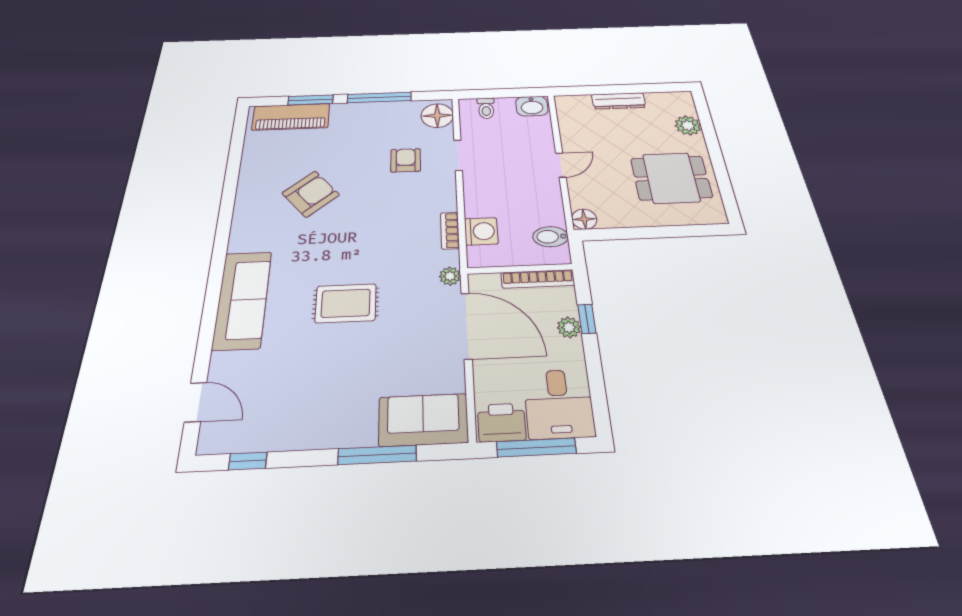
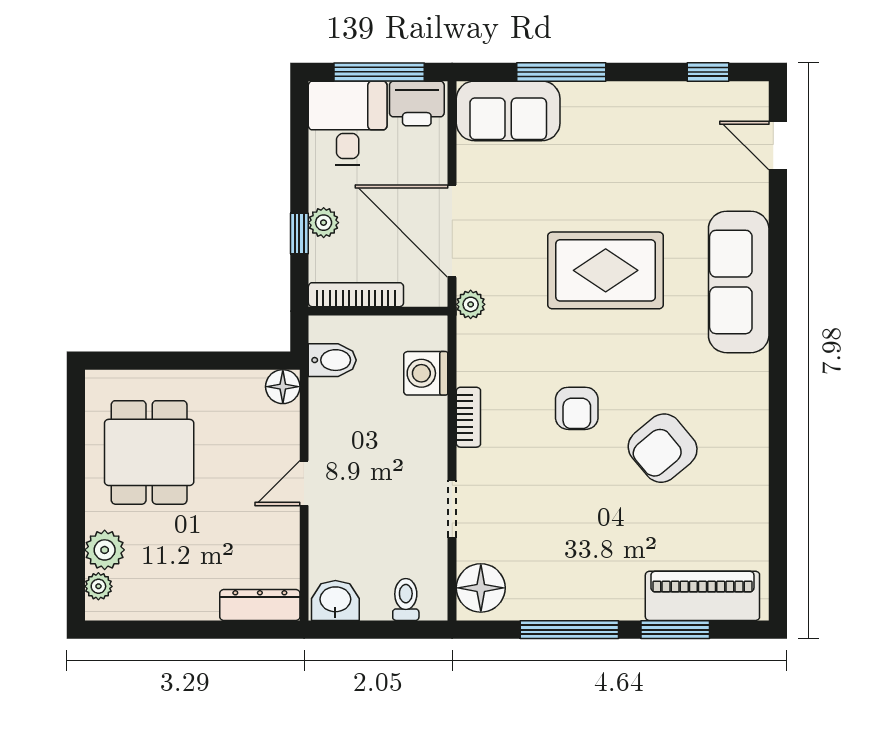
dresser: (619, 101) -> (260, 605), moved
plant: (687, 108) -> (98, 586), added
armchair: (406, 160) -> (577, 408), moved
dining table: (671, 178) -> (149, 452), turned 90
bookcase: (450, 231) -> (468, 417), moved
rug: (346, 303) -> (606, 270), width x1.36, depth x1.43

